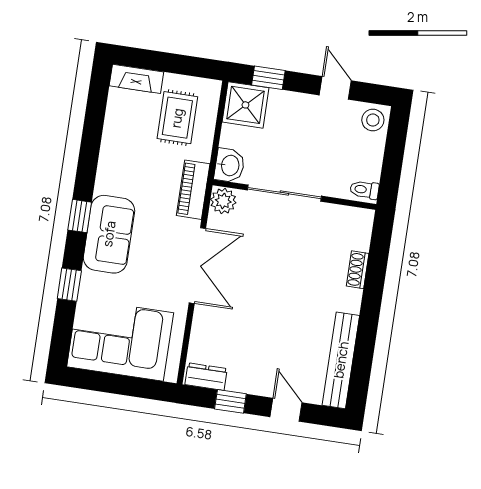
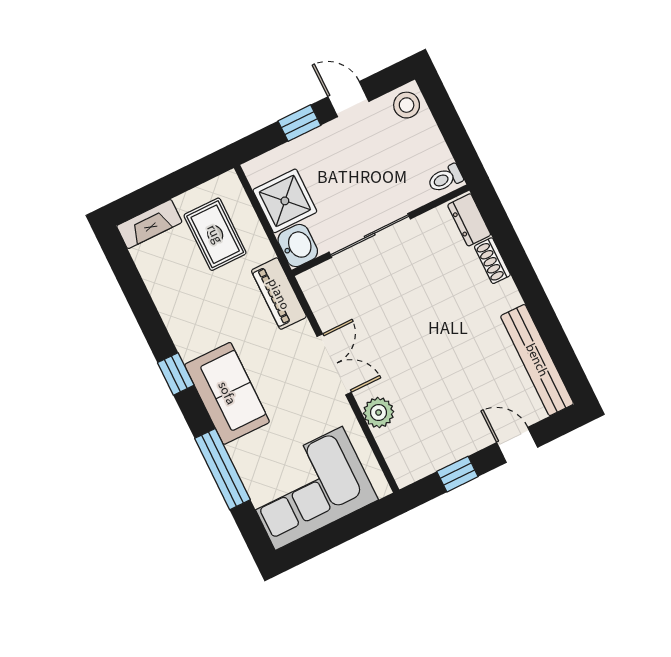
window: (268, 78) -> (299, 123), moved
shower: (245, 105) -> (285, 201), moved
plant: (223, 201) -> (379, 413), moved
window: (80, 216) -> (176, 374), moved
double door: (197, 266) -> (334, 364), width x0.73
window: (69, 285) -> (222, 469), width x2.17
dresser: (206, 377) -> (469, 220), moved, turned -90

